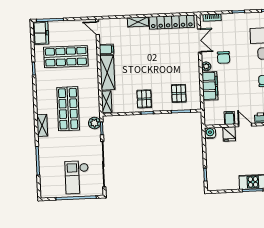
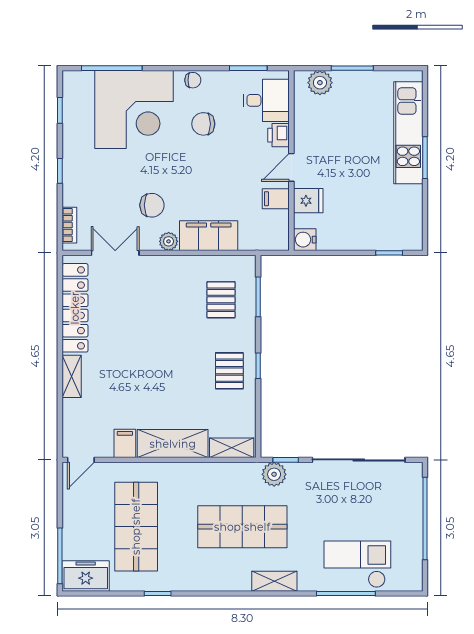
pallet: (179, 93) -> (221, 300), turned 90
pallet: (144, 99) -> (229, 371), turned 90
checkout: (77, 177) -> (357, 564), moved, turned 180

